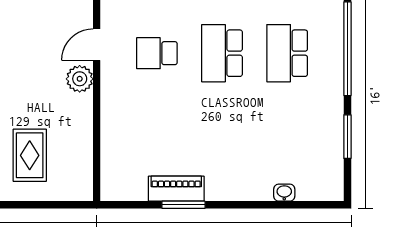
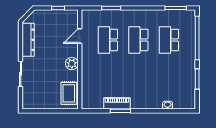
school desk: (157, 53) -> (108, 40), width x1.85
plant: (80, 79) -> (72, 64), moved
rug: (30, 155) -> (69, 93), moved

